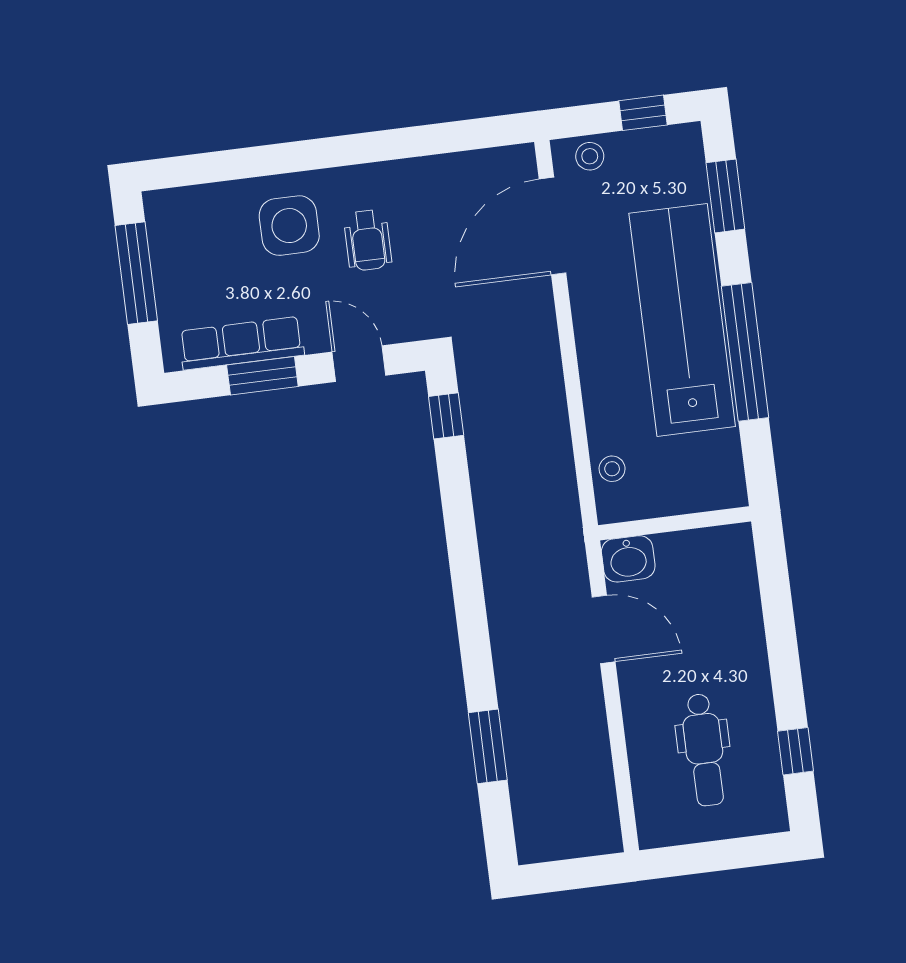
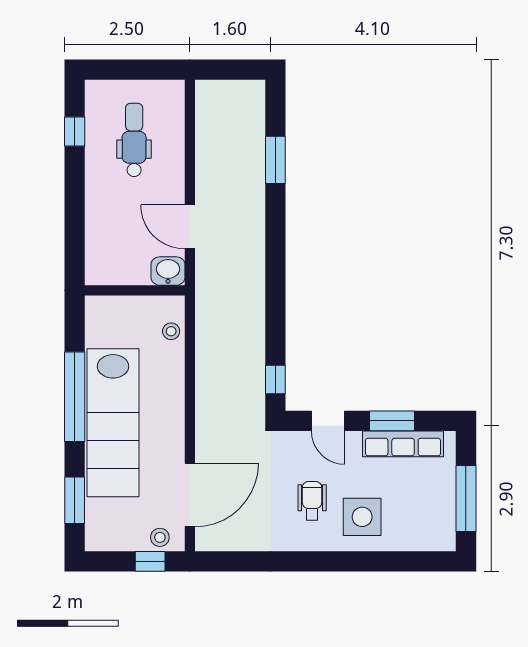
window: (643, 113) -> (150, 561), moved

